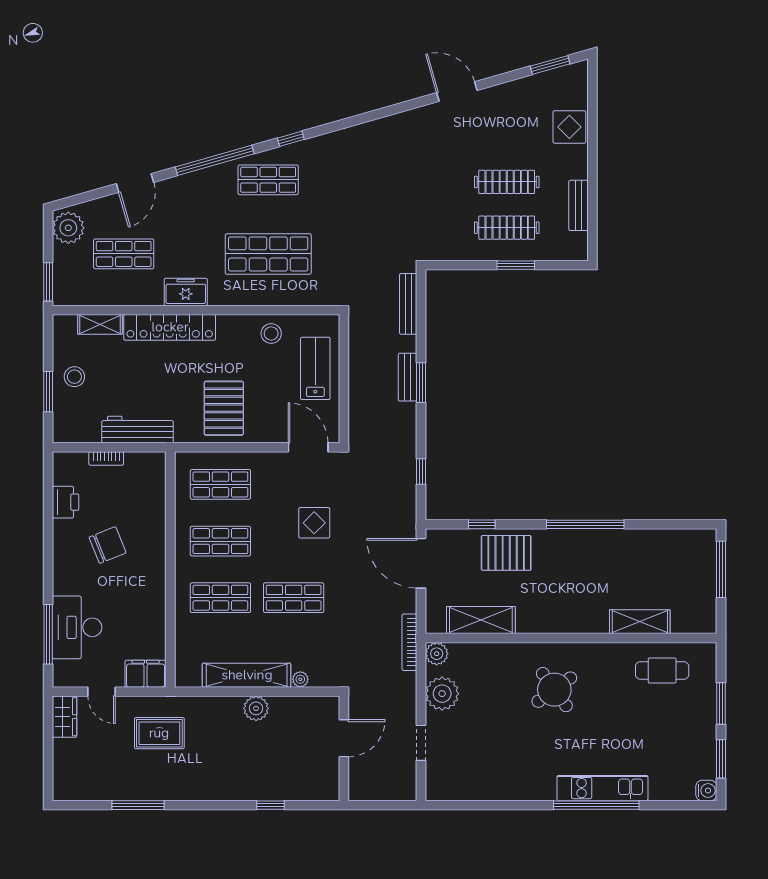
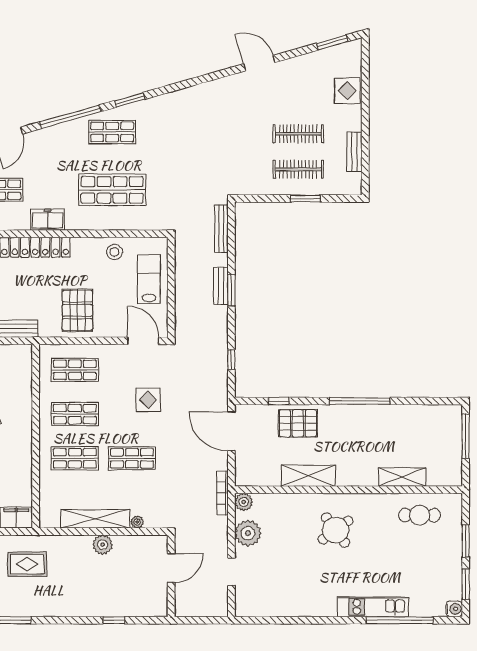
window: (291, 139) -> (130, 100), width x1.50
shelving: (481, 620) -> (308, 476), moved
window: (596, 805) -> (400, 620), moved

